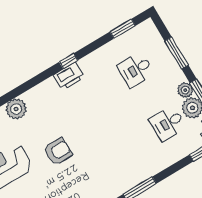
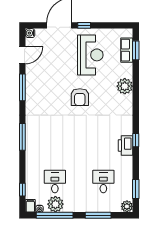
printer: (69, 76) -> (126, 145), moved
plant: (185, 90) -> (127, 206), moved

